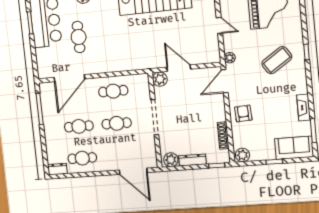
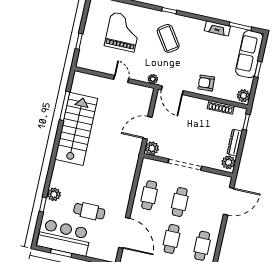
door: (219, 25) -> (121, 79), hinge flipped
sofa: (294, 148) -> (249, 54), width x1.36

